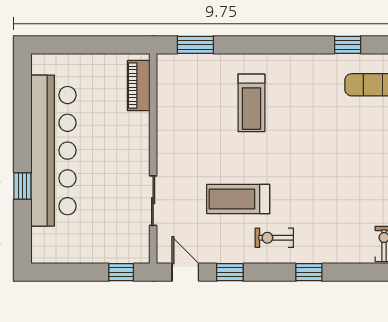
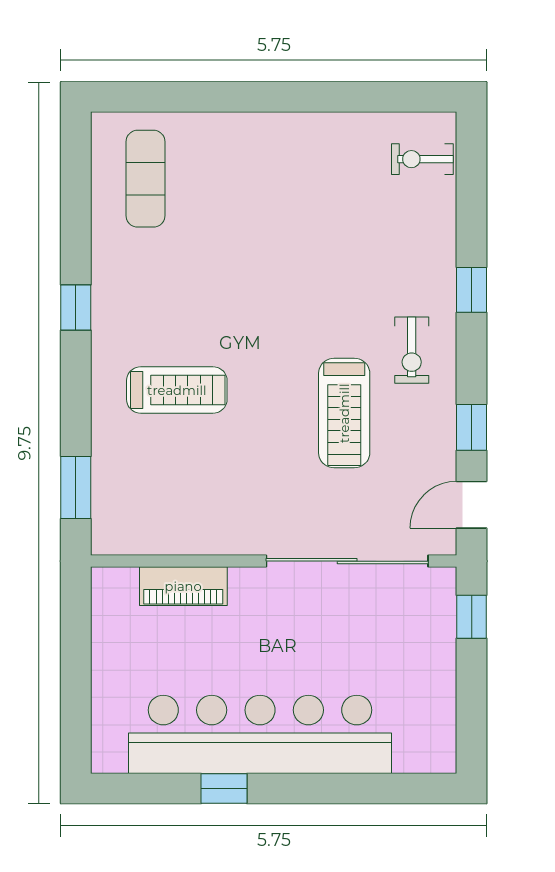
window: (348, 45) -> (76, 308), moved
piano: (139, 85) -> (183, 586), moved
window: (22, 186) -> (224, 788), moved
sliding door: (153, 201) -> (347, 561), width x1.86

